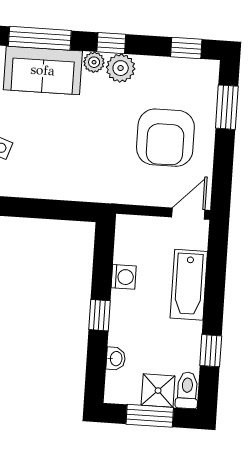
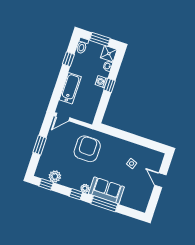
plant: (121, 68) -> (55, 176), moved
window: (227, 107) -> (40, 145), moved
armchair: (165, 138) -> (87, 149), moved
washing machine: (124, 277) -> (101, 82), moved
shower: (158, 391) -> (109, 54), moved

